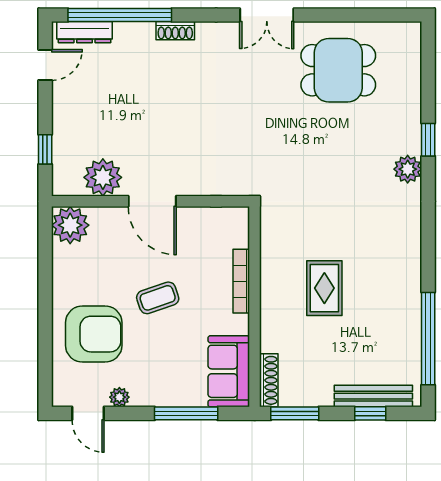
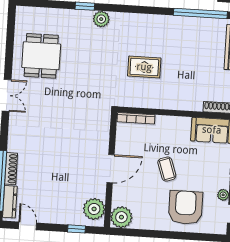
shoe rack: (175, 31) -> (11, 169), moved, width x1.43
plant: (103, 177) -> (94, 209), moved
bookcase: (241, 281) -> (136, 118), moved
rug: (324, 288) -> (144, 67), moved

